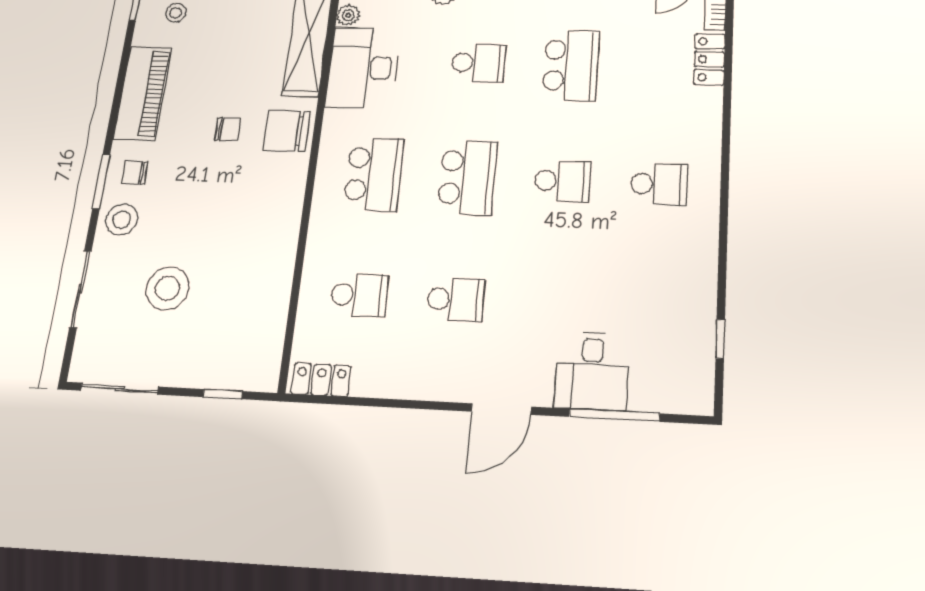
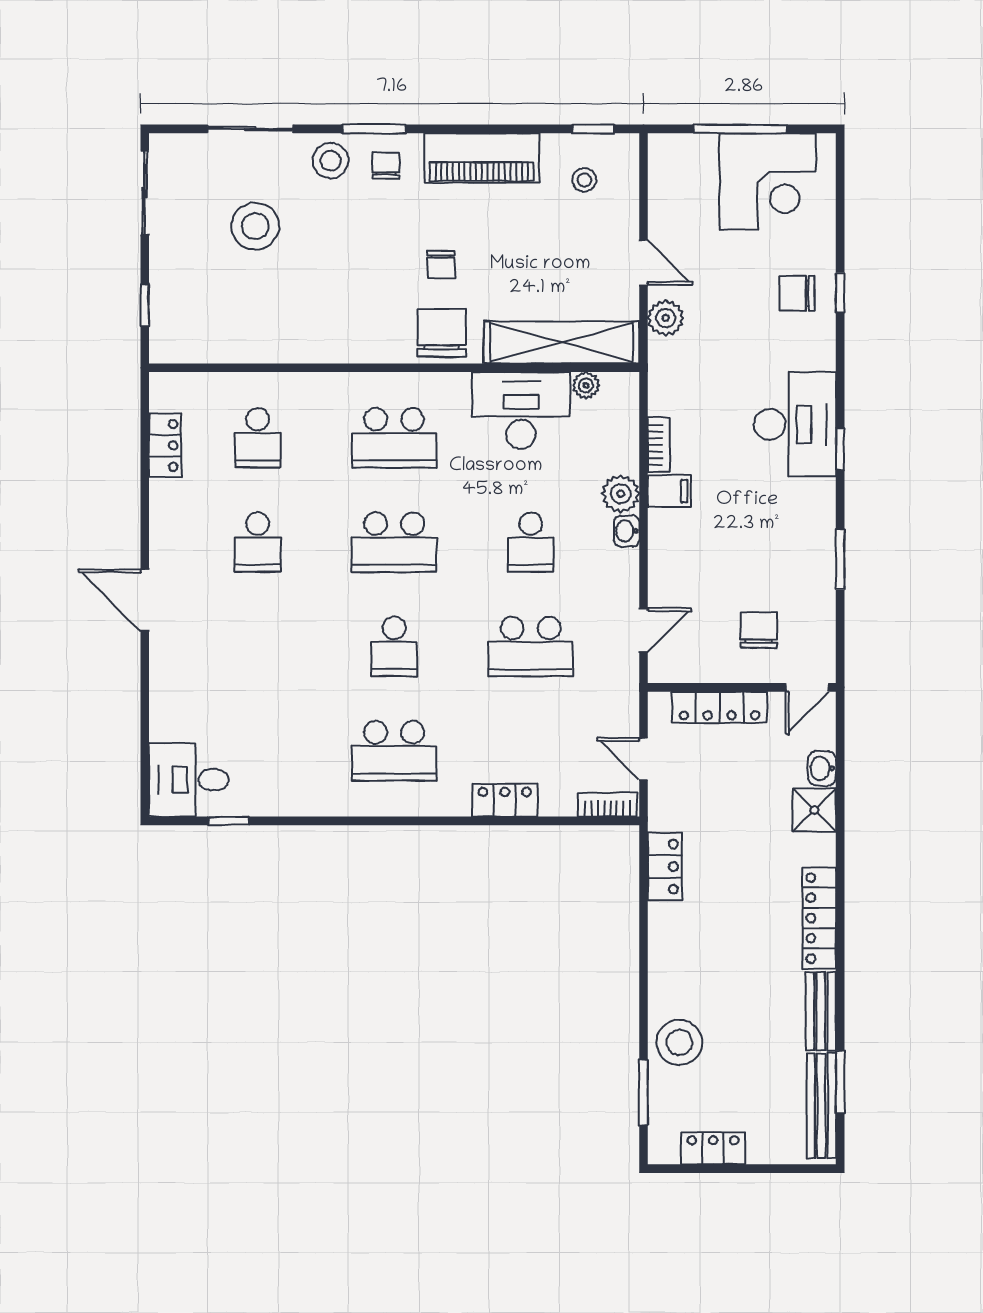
locker: (709, 59) -> (505, 800), moved
school desk: (659, 184) -> (394, 751), width x1.85
desk: (592, 371) -> (189, 780), moved
locker: (321, 380) -> (165, 445), moved
window: (614, 415) -> (145, 716), removed

